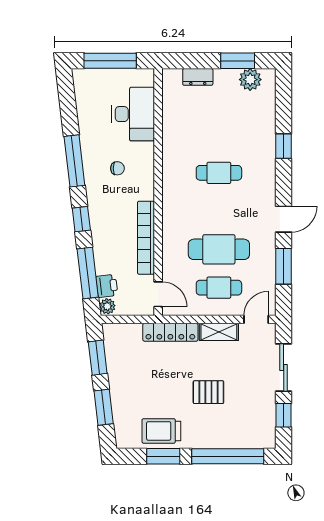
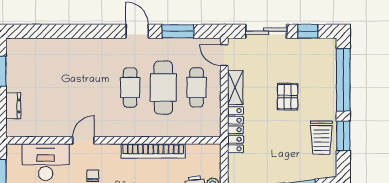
plant: (250, 80) -> (16, 60), removed
window: (284, 146) -> (73, 31), removed
cafe table: (219, 173) -> (130, 87), moved
door: (158, 294) -> (84, 140), moved

